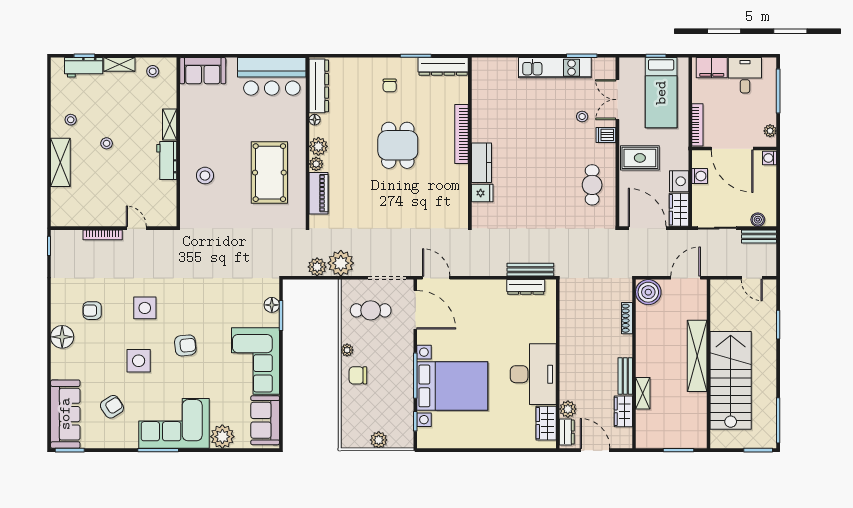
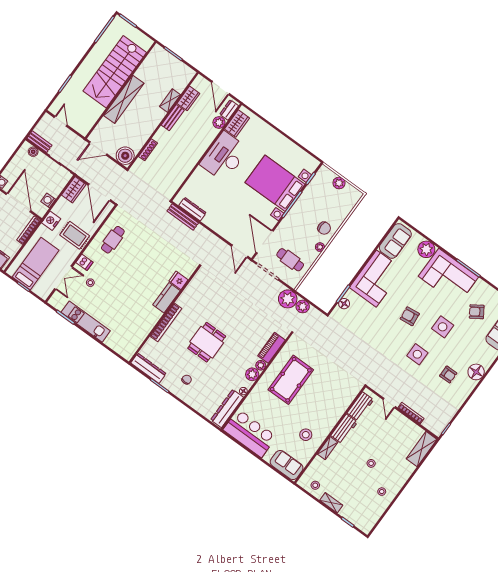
workbench: (84, 67) -> (360, 406), moved, turned 90
shelving: (60, 162) -> (422, 449), moved
stool: (205, 176) -> (306, 435), moved
nightstand: (679, 181) -> (51, 221), moved

